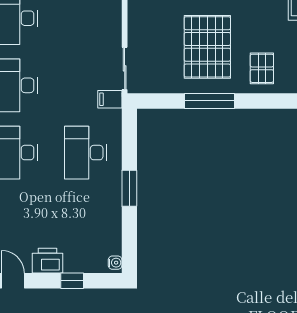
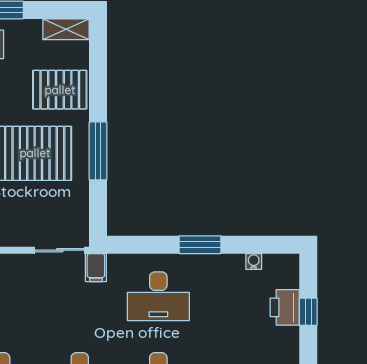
pallet: (262, 68) -> (60, 90), width x1.50, depth x1.42
printer: (48, 261) -> (285, 307), moved
water cooler: (115, 263) -> (254, 261), moved

